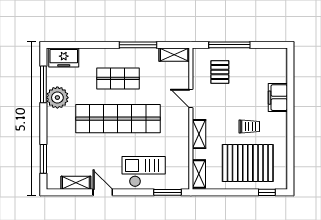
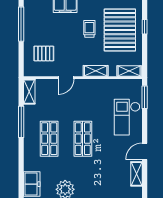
window: (229, 45) -> (21, 24), moved
shop shelf: (118, 119) -> (83, 139), width x0.50, depth x0.74
window: (267, 192) -> (145, 27), moved

